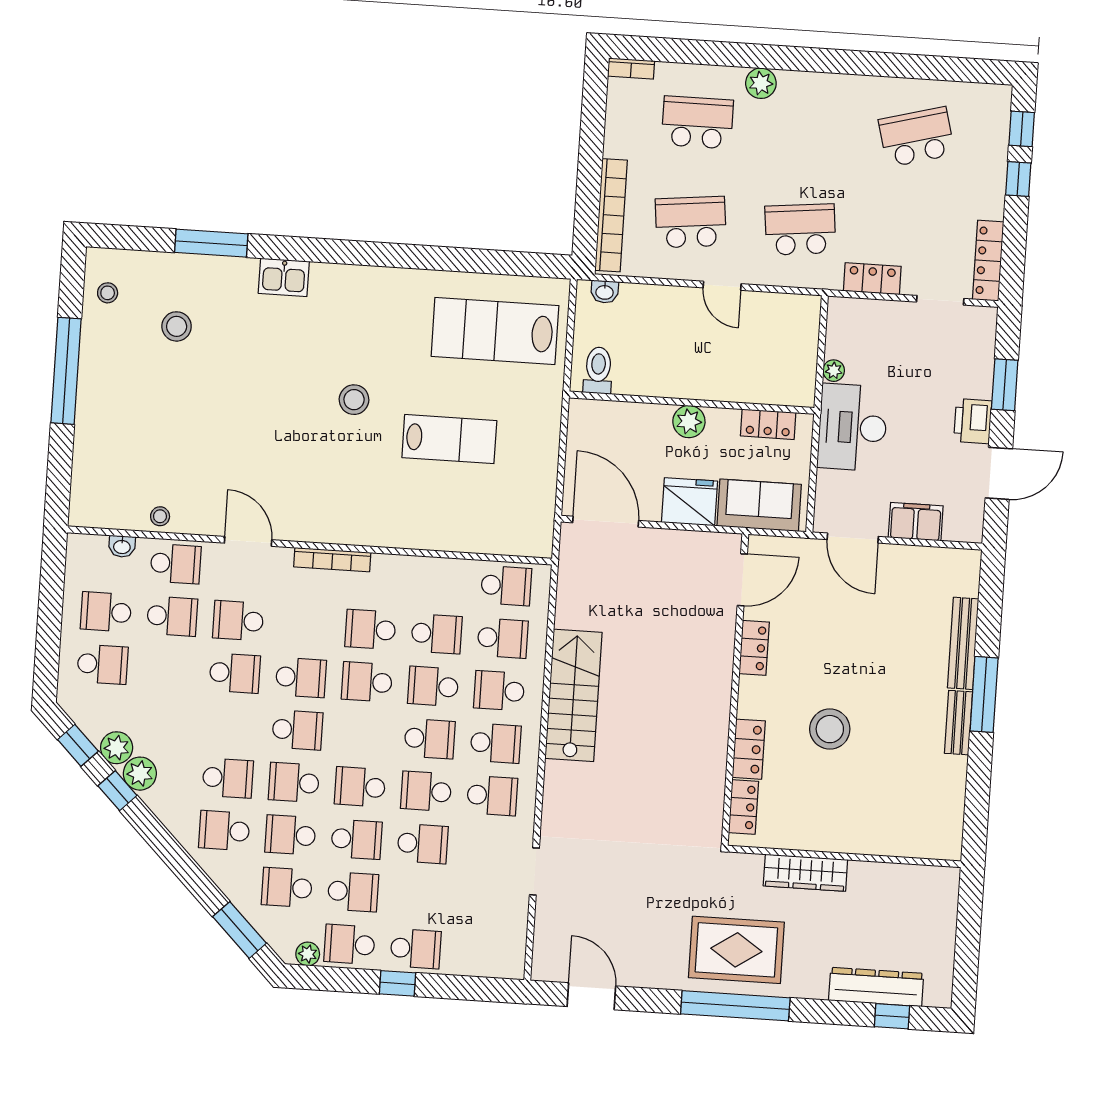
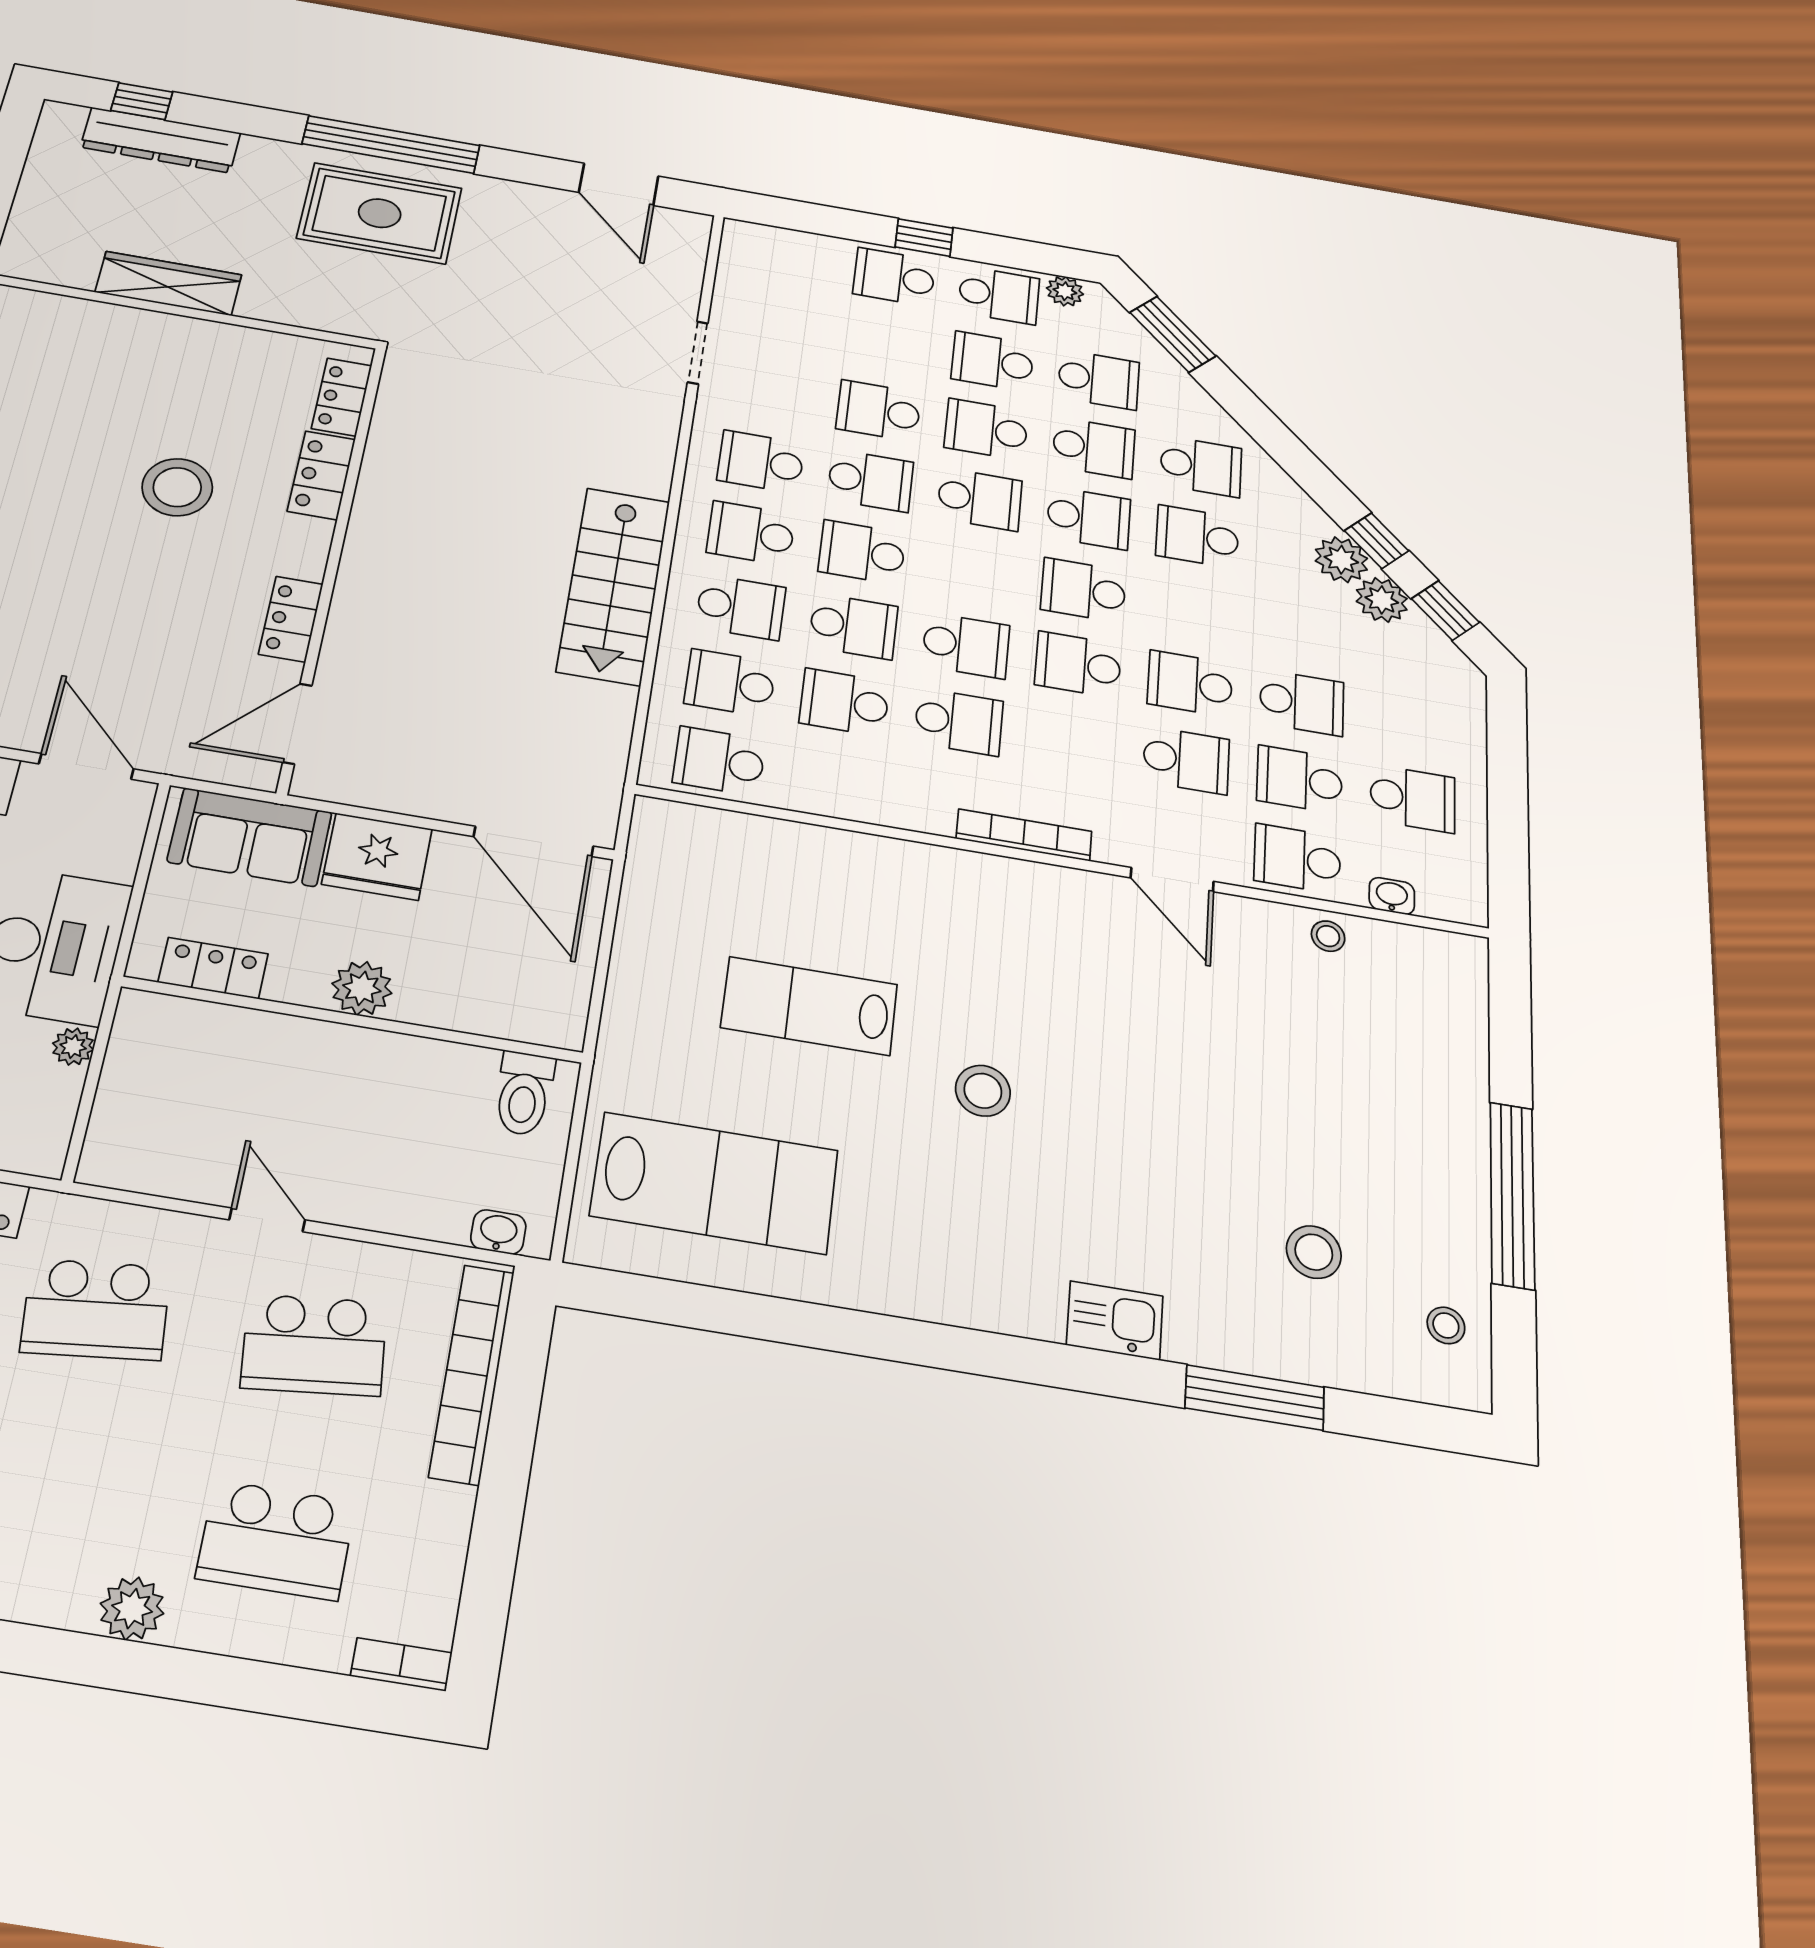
school desk: (102, 664) -> (1302, 703), moved, turned 180
wardrobe: (805, 873) -> (168, 284), moved

